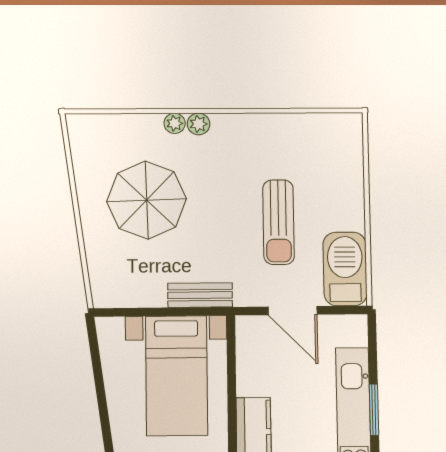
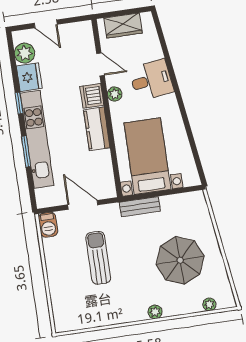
plant: (175, 123) -> (209, 304), moved
barbecue: (345, 269) -> (48, 225), width x0.53, depth x0.65

